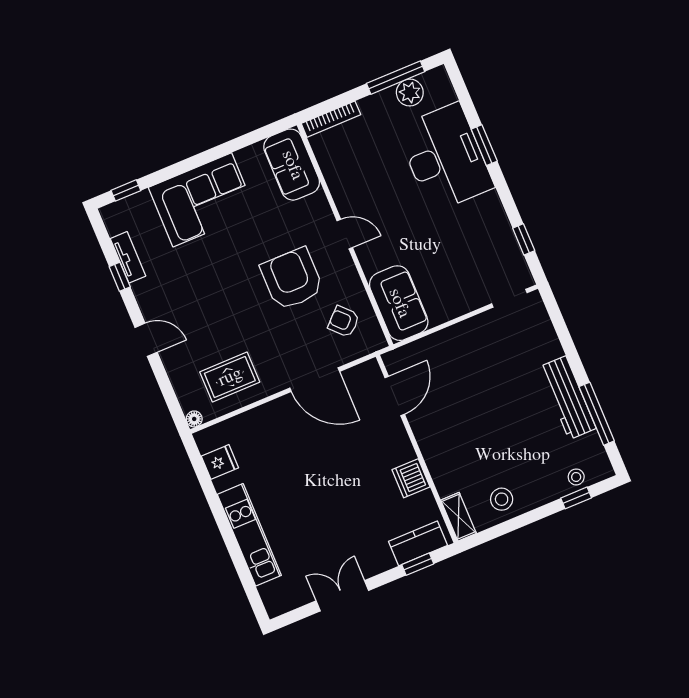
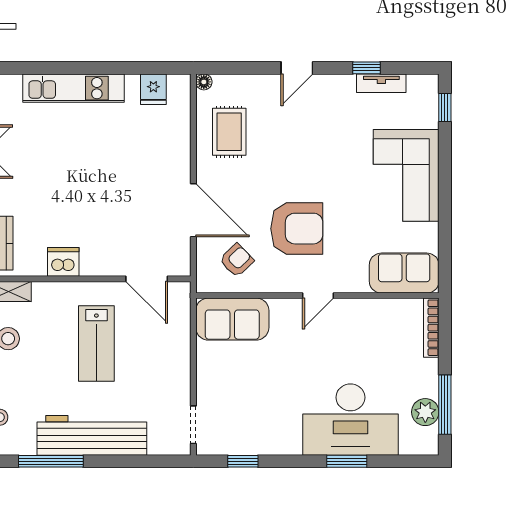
door: (315, 380) -> (193, 210), swing flipped
workbench: (567, 398) -> (92, 435), width x1.36, depth x1.32
lab bench: (473, 417) -> (96, 344), added

